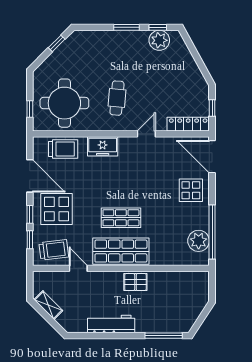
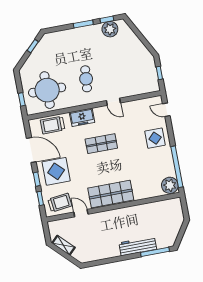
locker: (188, 124) -> (144, 88), removed
door: (146, 134) -> (113, 102), swing flipped
trolley: (63, 149) -> (53, 125), turned 180
door: (212, 157) -> (166, 110), width x0.53
shop shelf: (121, 218) -> (101, 144), moved
plant: (199, 241) -> (170, 185), moved
pallet: (135, 282) -> (126, 215), removed
workbench: (111, 324) -> (138, 246), moved

